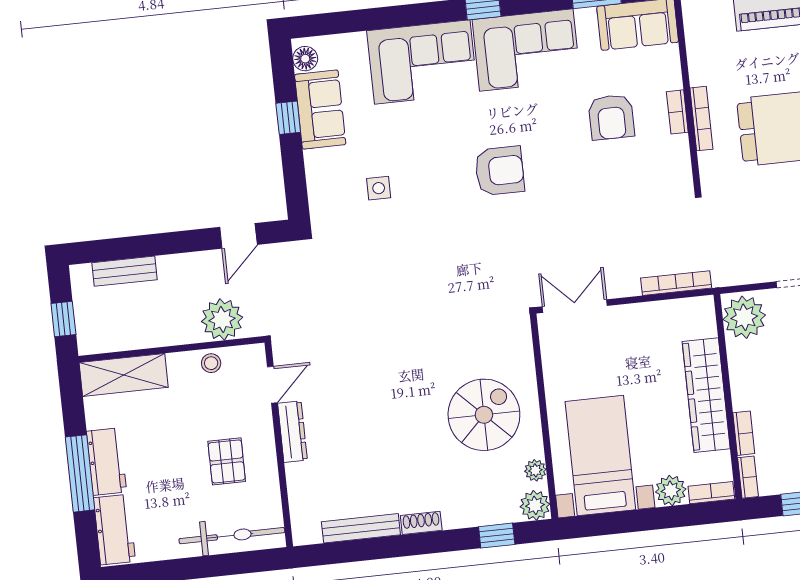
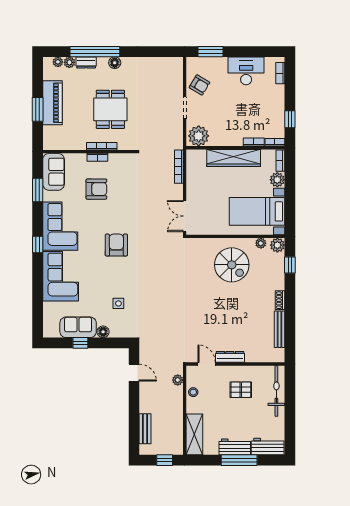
floor lamp: (305, 59) -> (103, 332), moved
plant: (222, 319) -> (178, 380), width x0.53, depth x0.53
spiral stairs: (484, 415) -> (232, 265), turned 180

